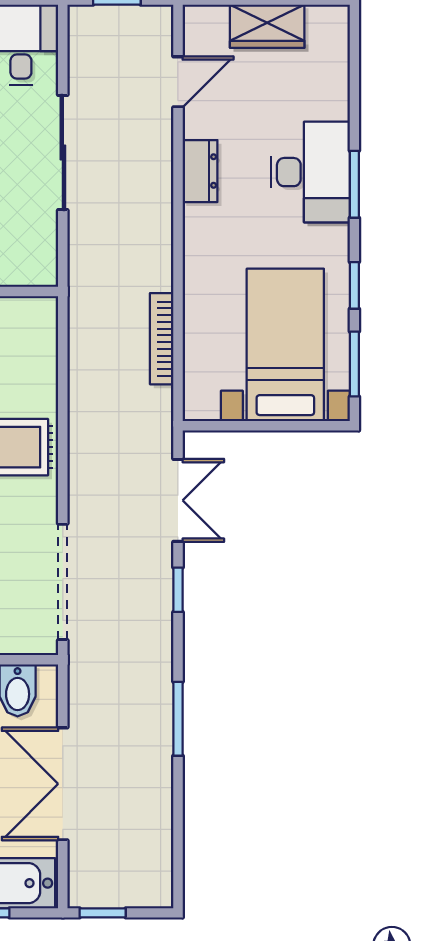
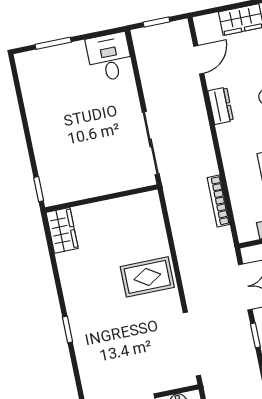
sliding door: (63, 153) -> (151, 143), moved

